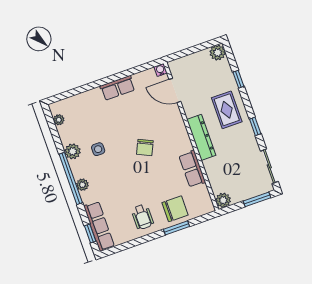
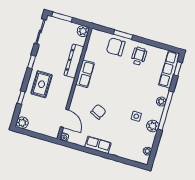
dresser: (201, 137) -> (74, 61), moved
chair: (145, 147) -> (98, 112), moved
row of seats: (192, 169) -> (85, 74), moved

